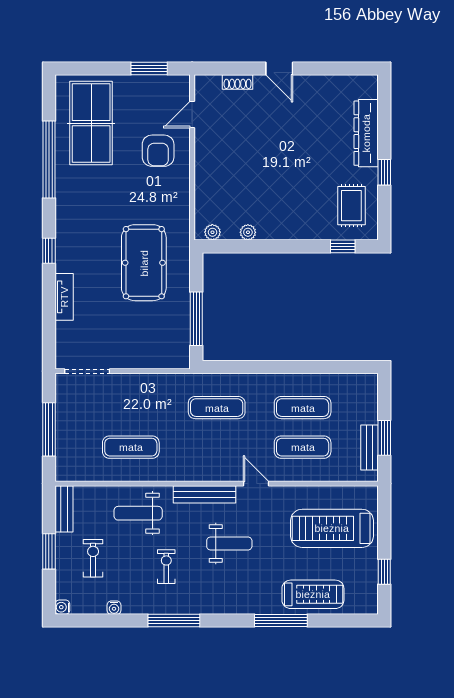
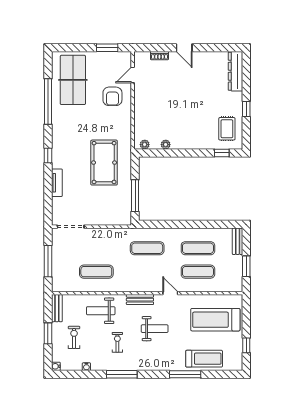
dresser: (366, 133) -> (236, 71), moved
bench: (370, 448) -> (238, 241), moved
bench: (205, 494) -> (140, 300), width x0.73

